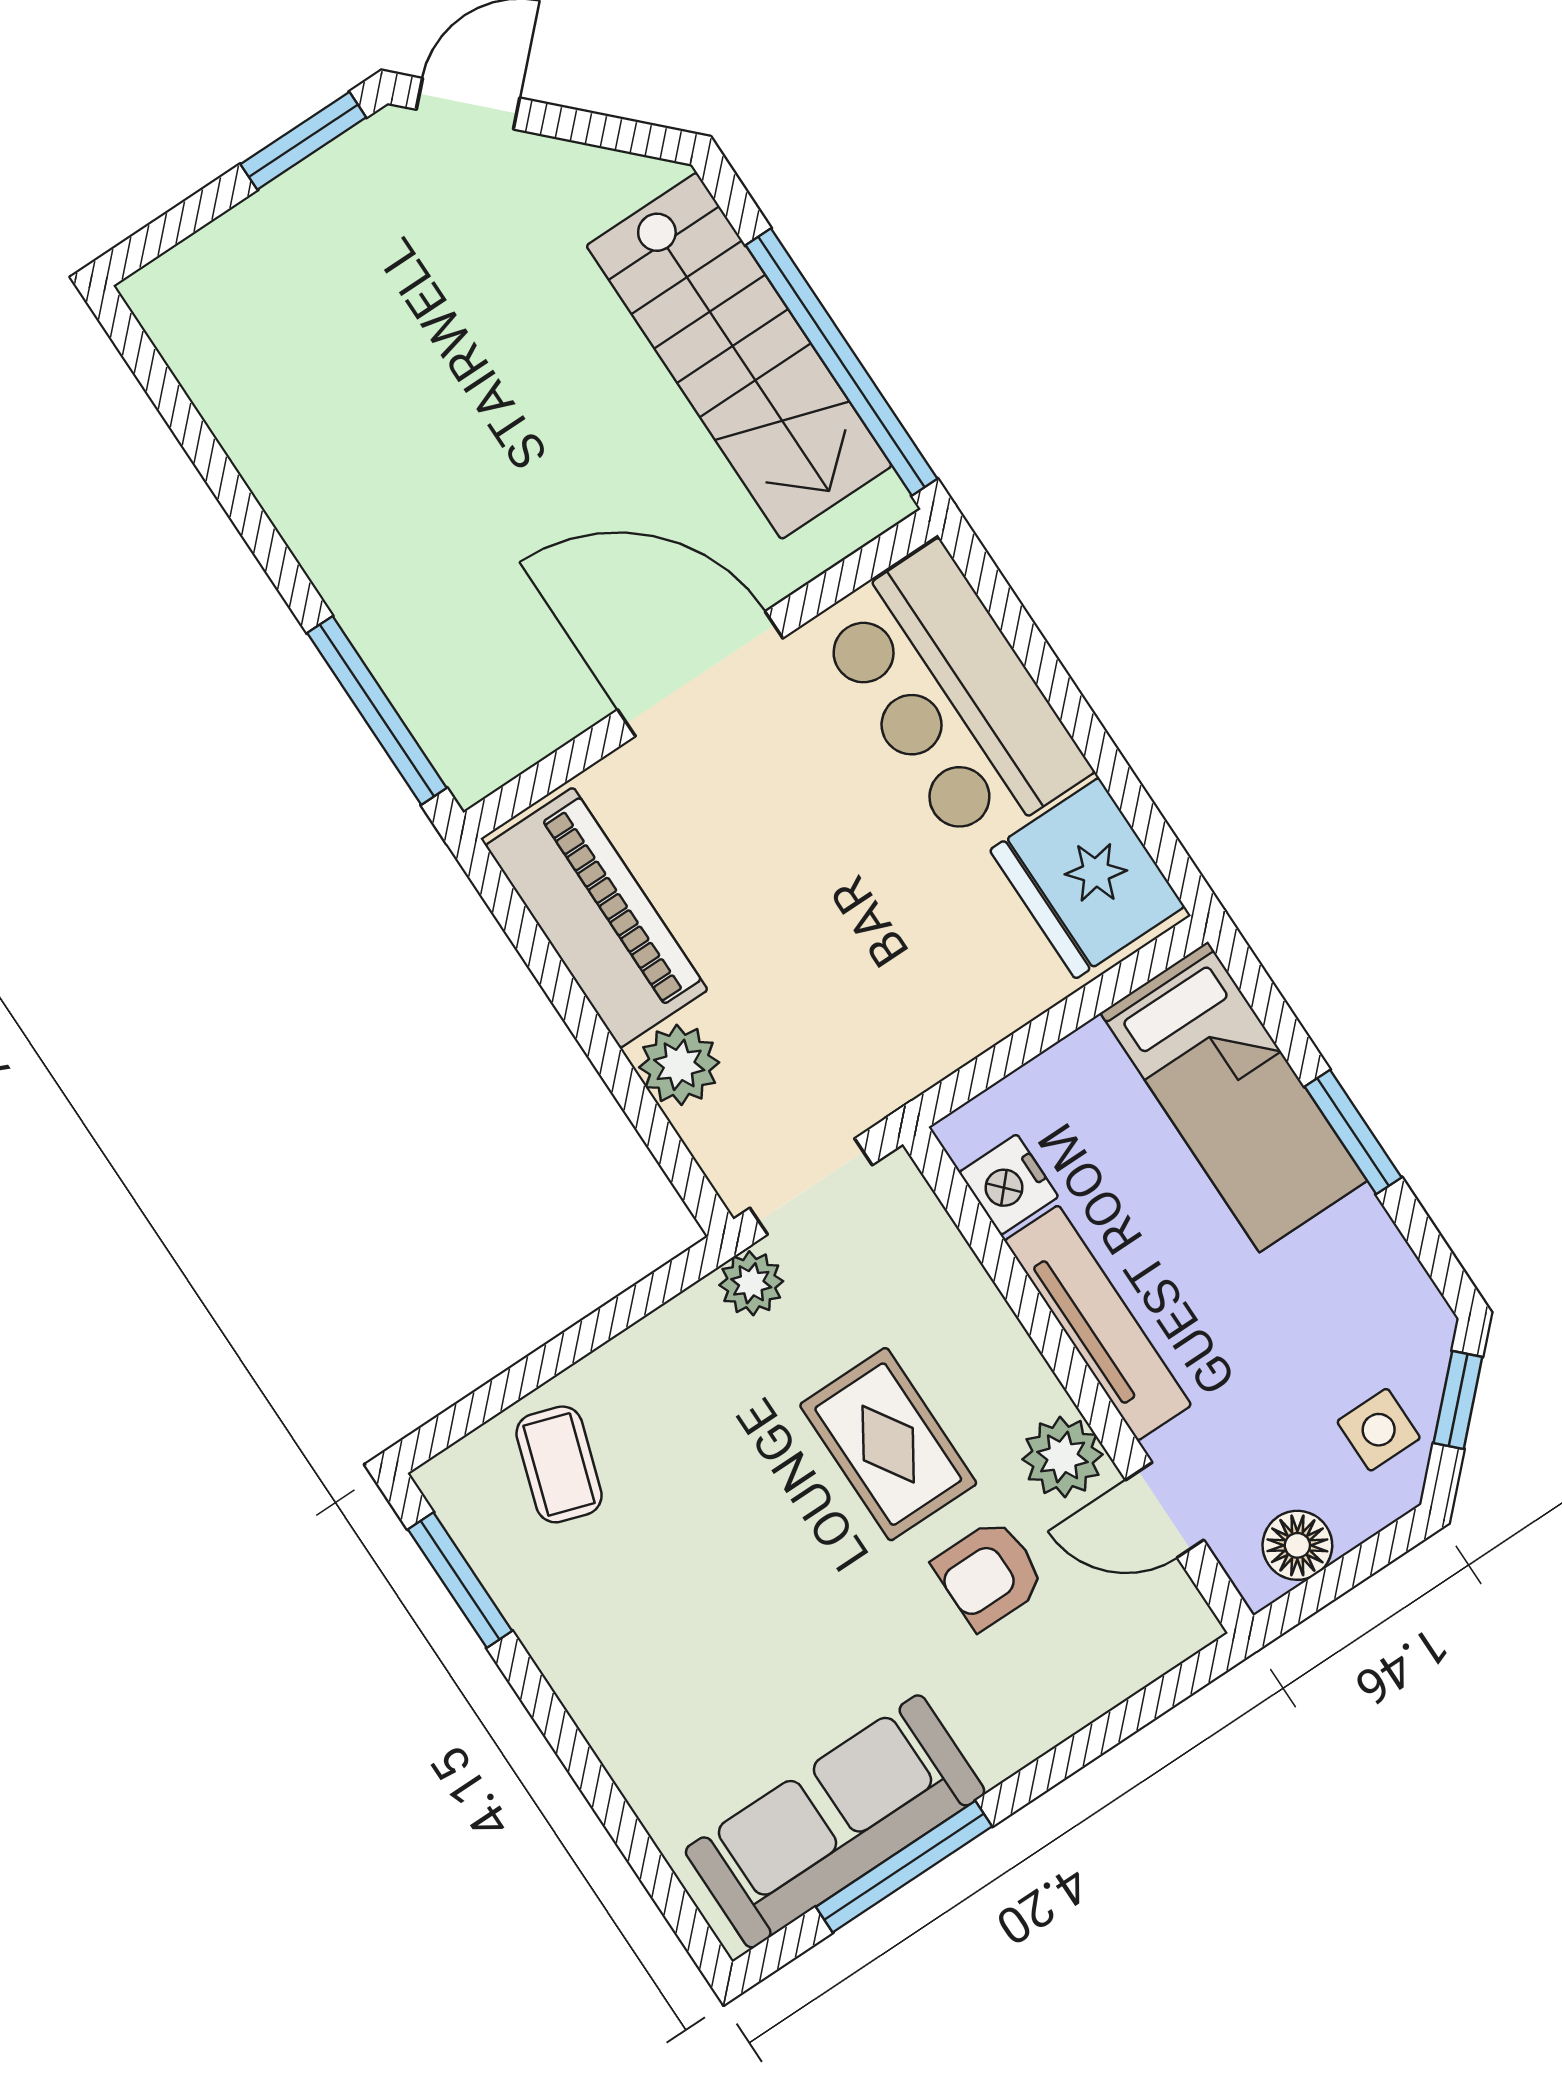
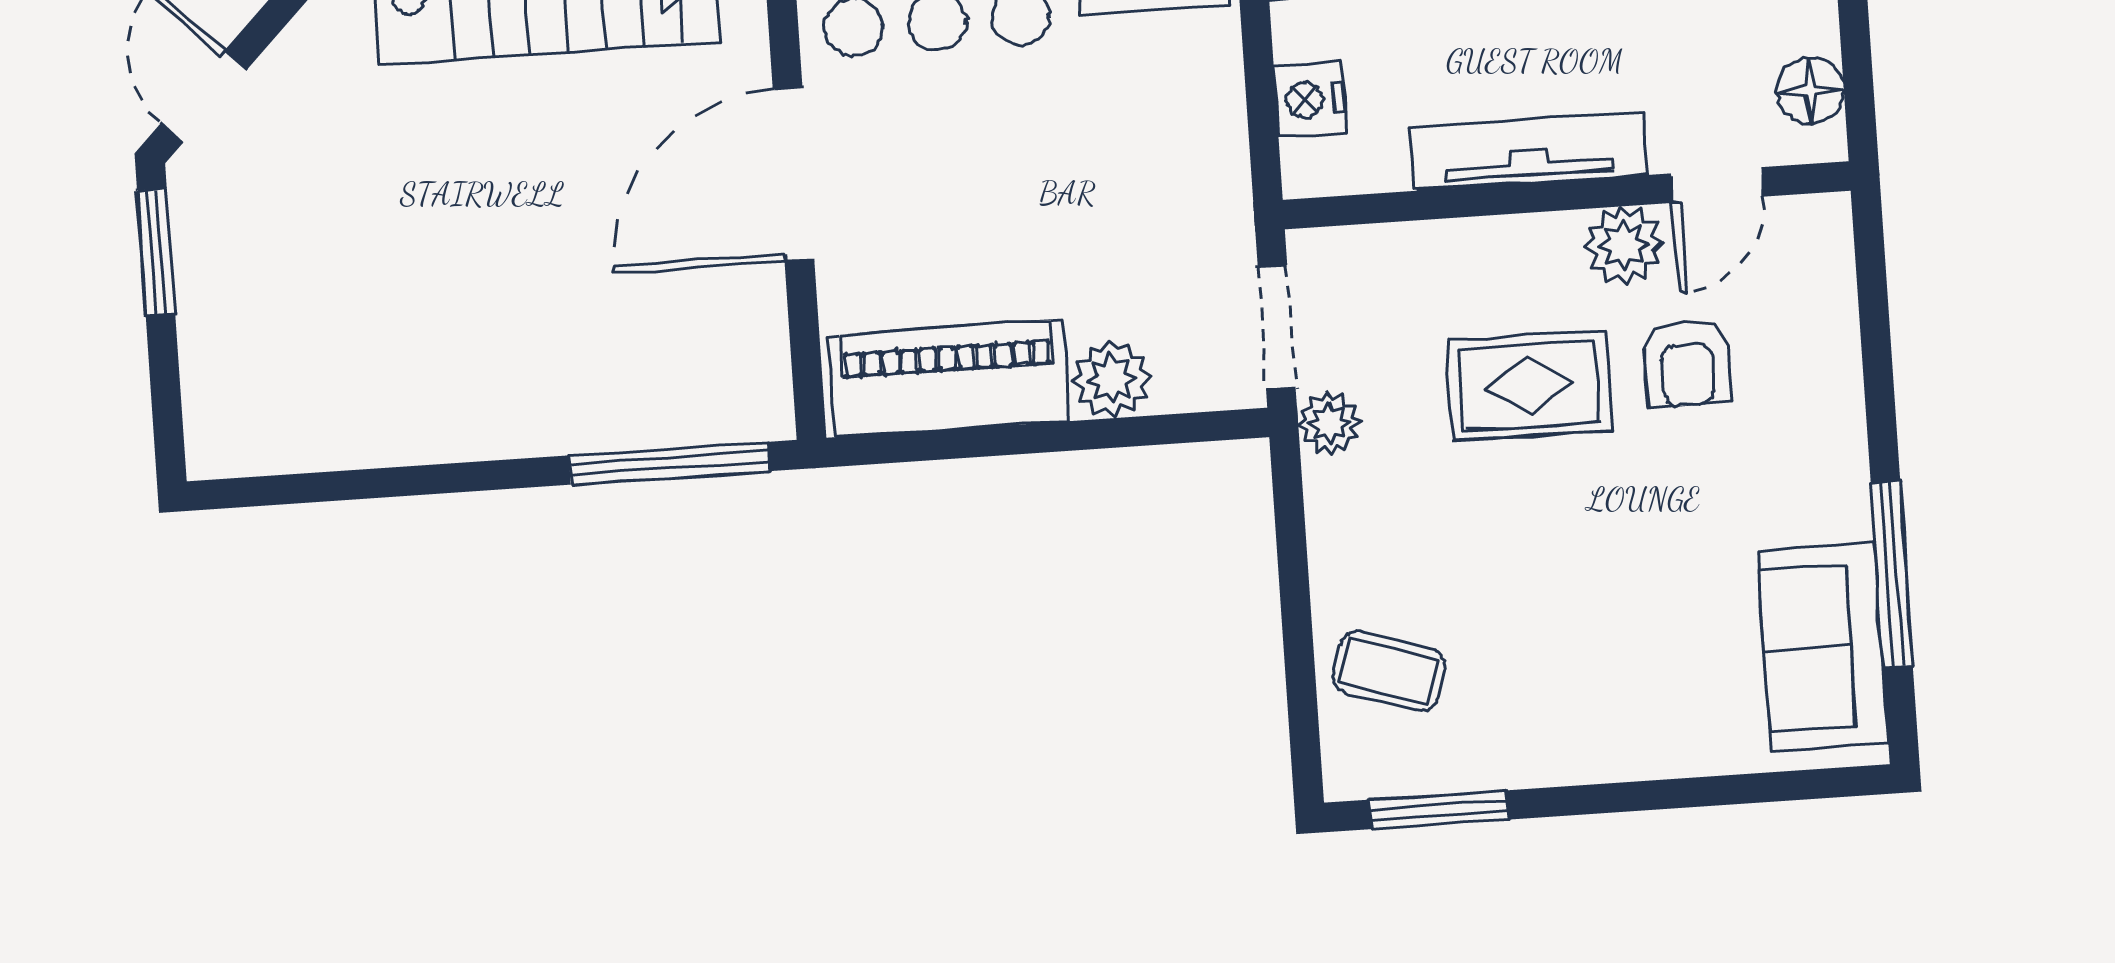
nightstand: (1009, 1185) -> (1310, 99), moved, turned 90
sofa: (835, 1821) -> (1823, 647), width x0.73

